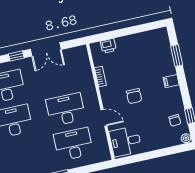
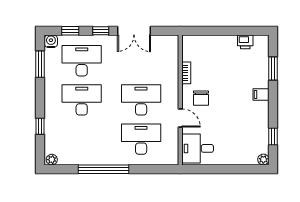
printer: (108, 46) -> (245, 42), moved
chair: (134, 96) -> (201, 98), moved
chair: (175, 120) -> (256, 138), removed

